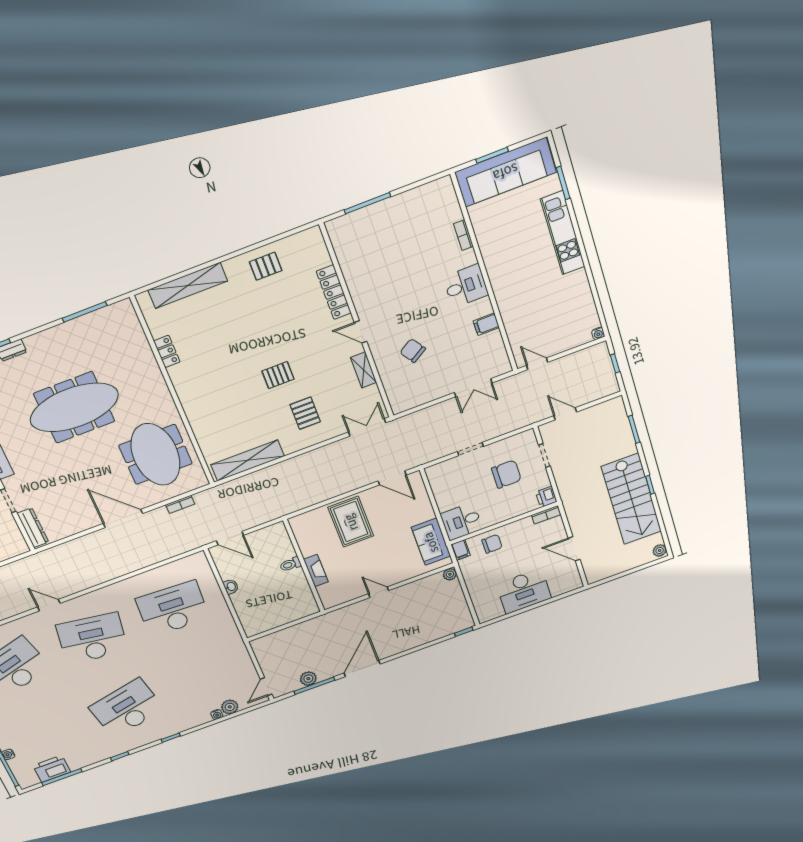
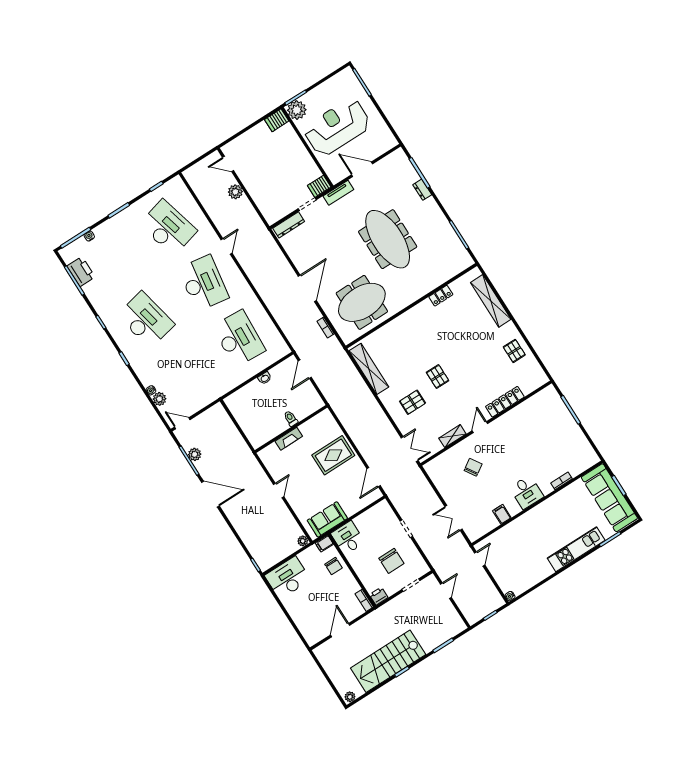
desk: (524, 591) -> (288, 578), moved, turned 90

